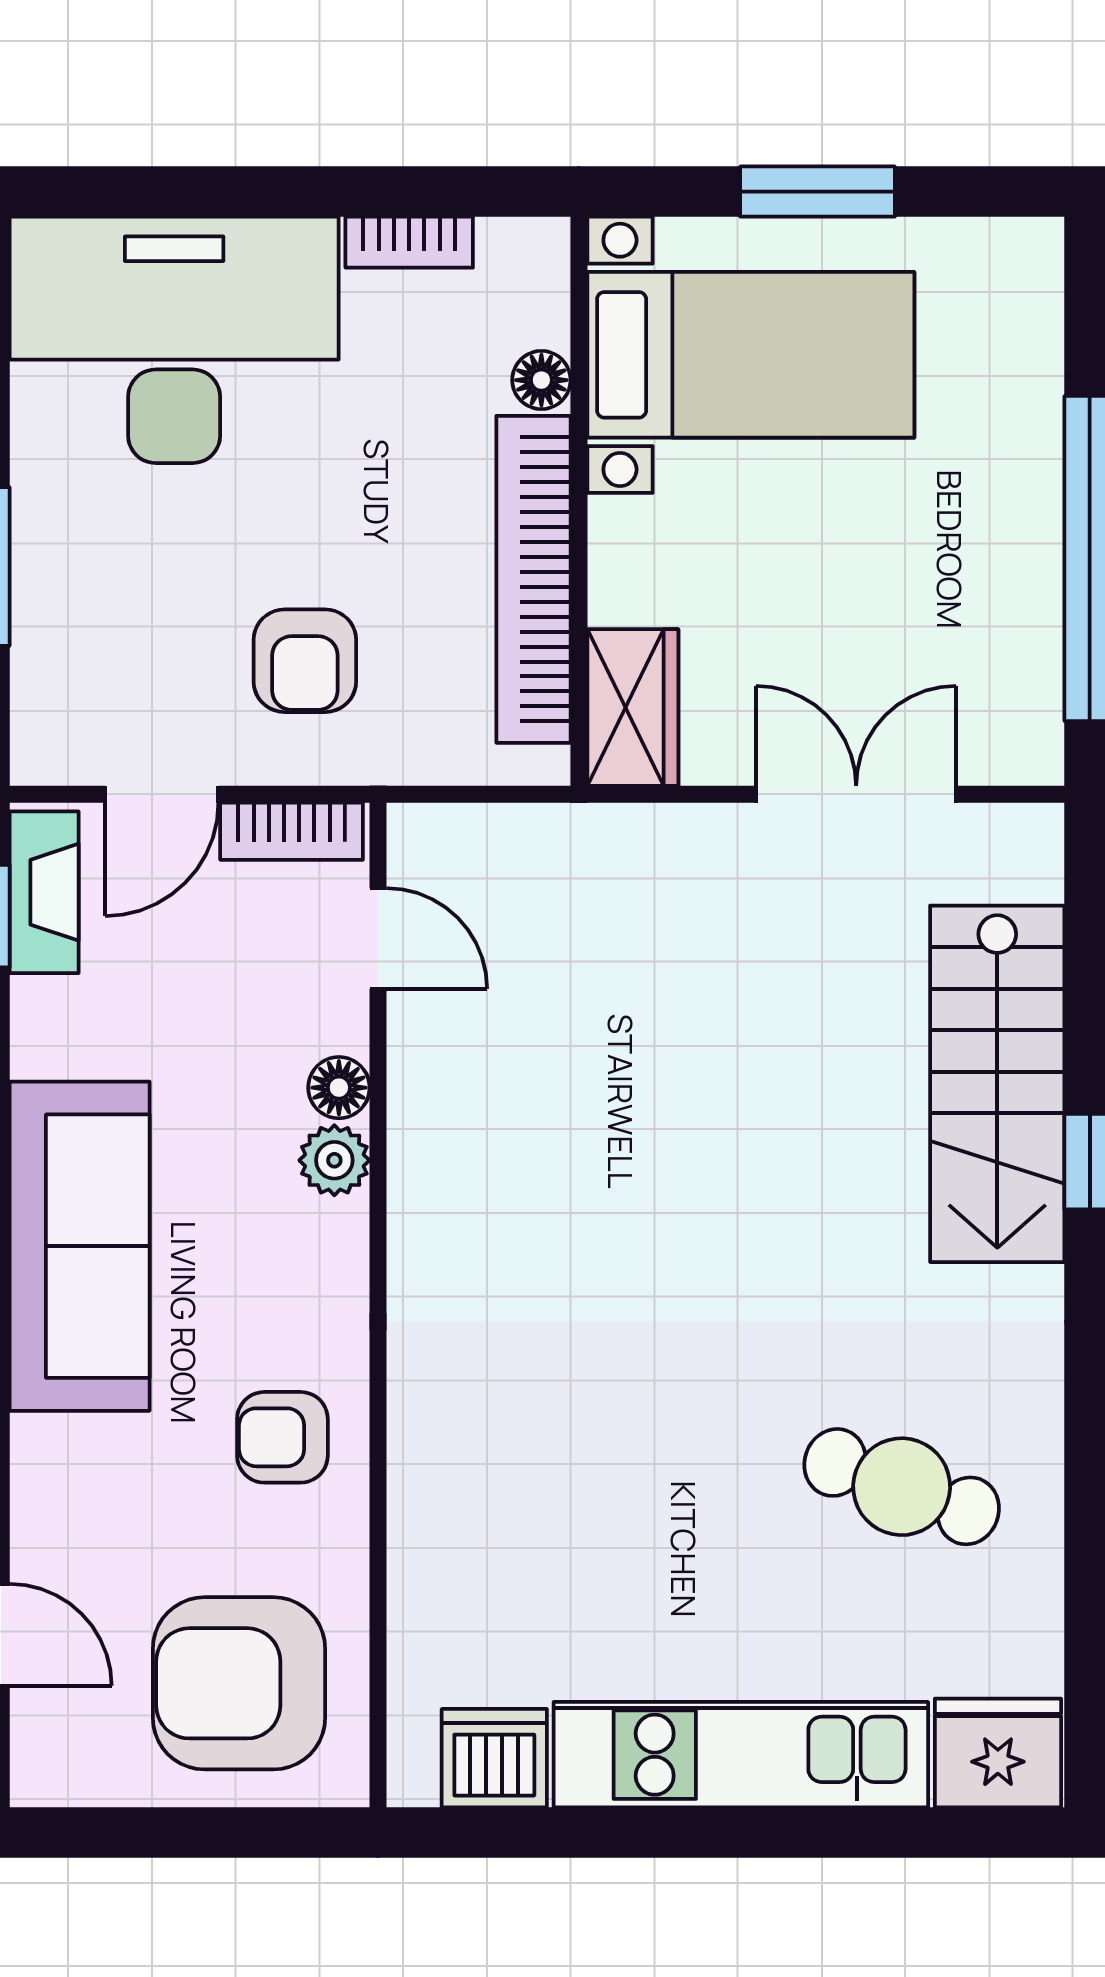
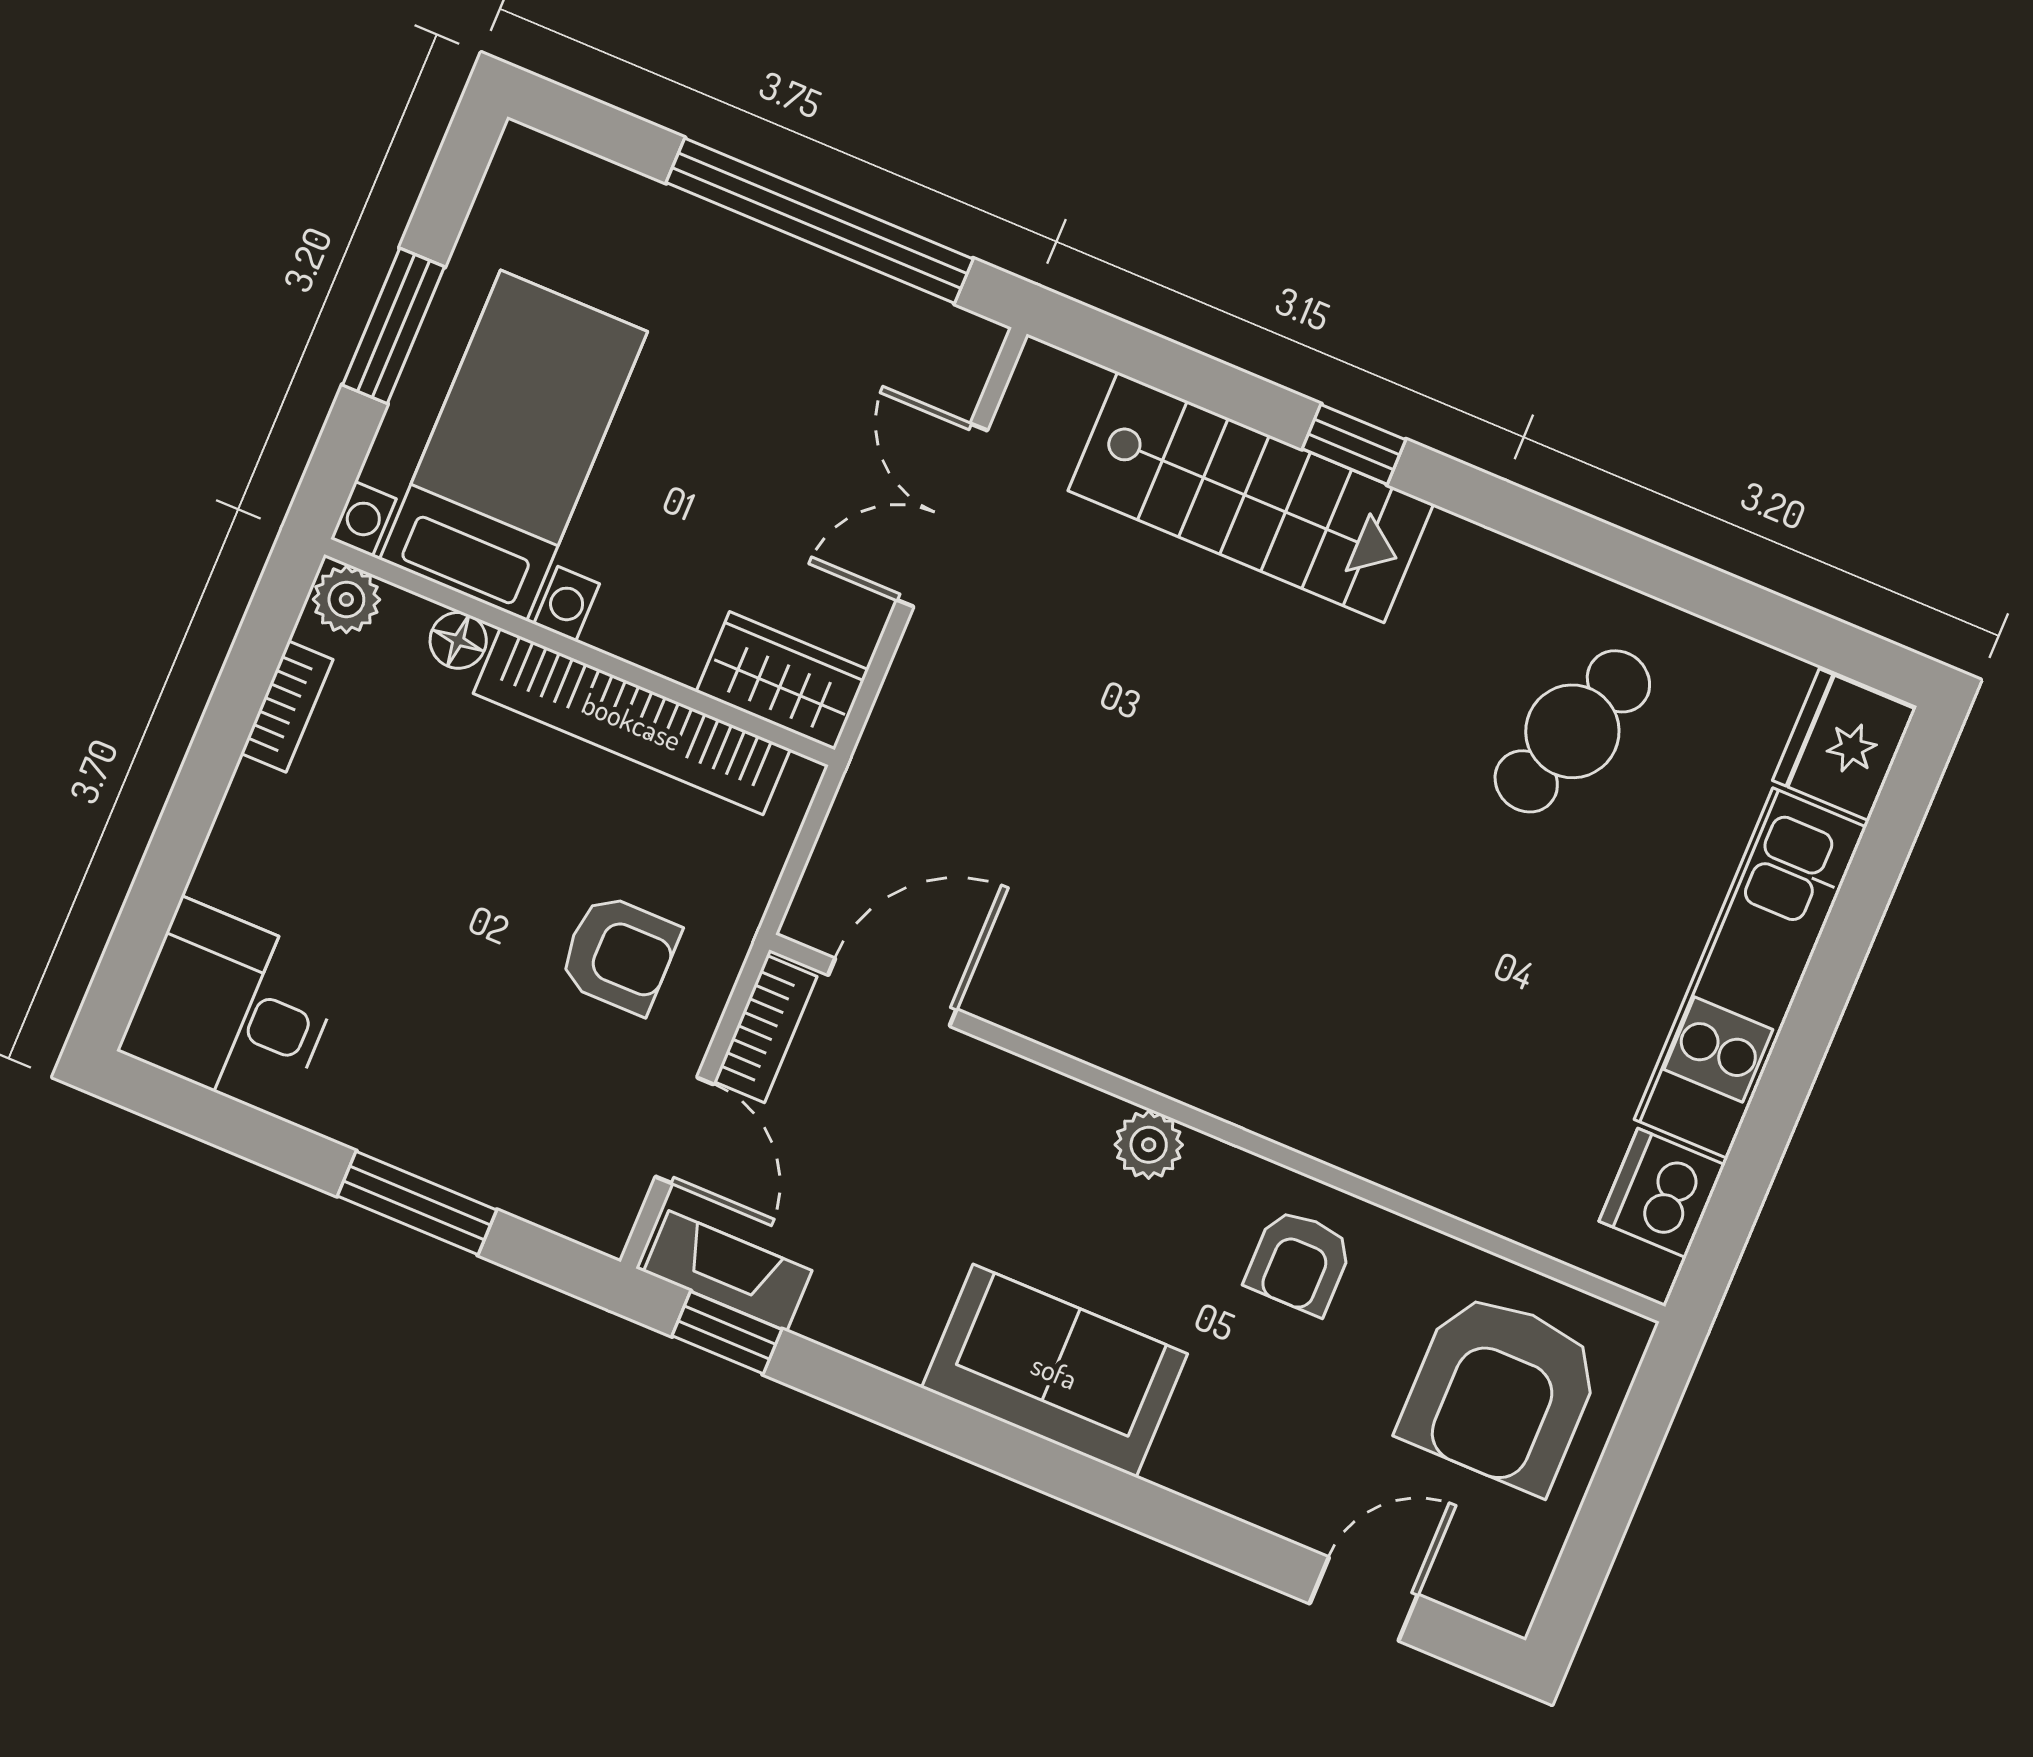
plant: (536, 256) -> (346, 599), added
desk: (174, 340) -> (233, 1008), width x0.53, depth x0.77
door: (378, 938) -> (892, 992), width x1.38
floor lamp: (339, 1088) -> (1010, 1082), removed
plant: (334, 1160) -> (1149, 1145), moved
sofa: (80, 1246) -> (1055, 1371), width x0.73

